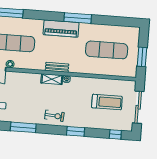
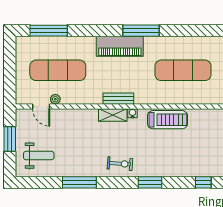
treadmill: (107, 102) -> (167, 120), moved

